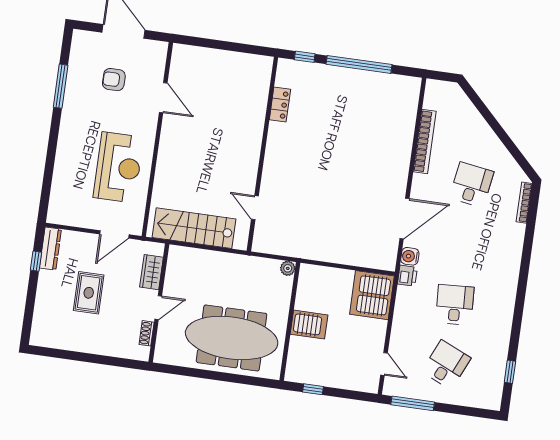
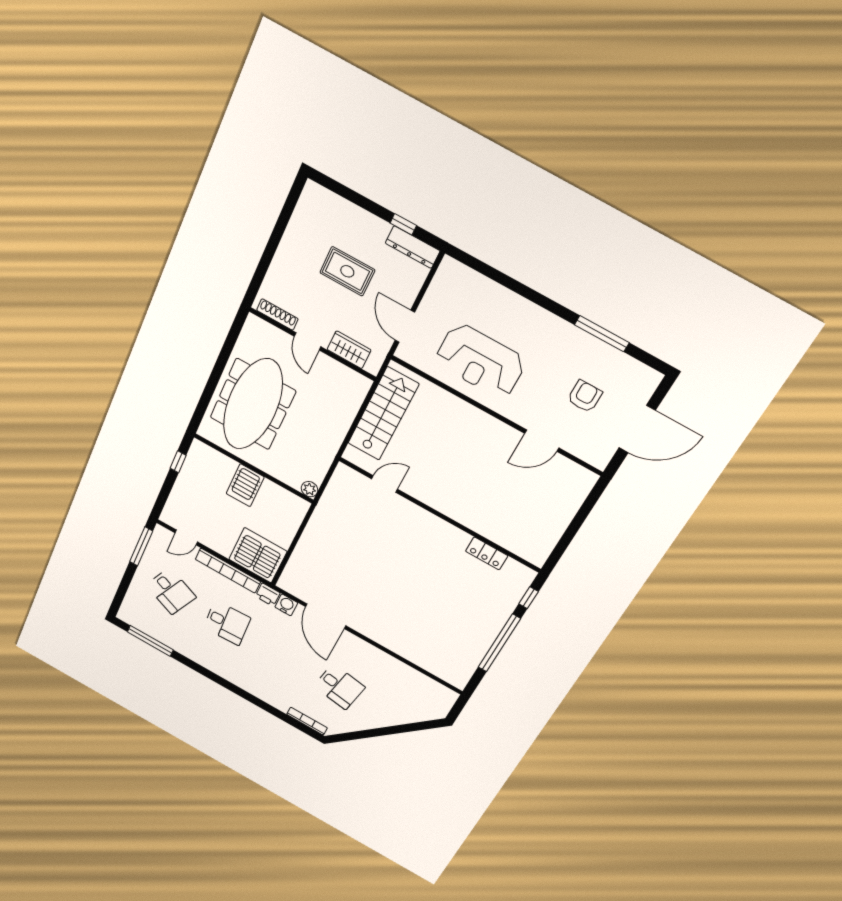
bookcase: (425, 141) -> (228, 571), moved
shoe rack: (147, 333) -> (277, 315), width x1.43
window: (510, 372) -> (150, 641), width x2.17

